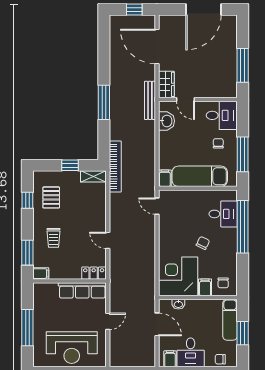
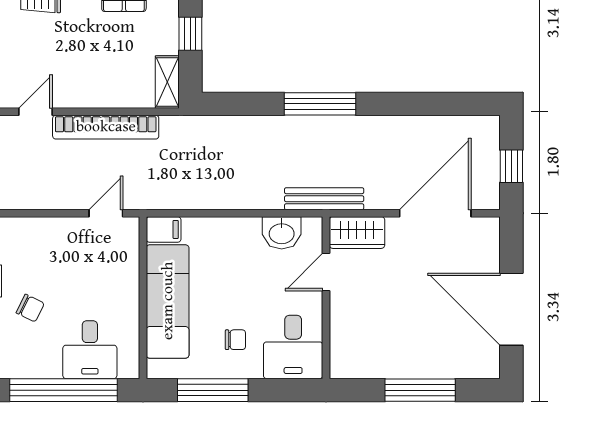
window: (243, 65) -> (420, 390), moved
bookcase: (115, 166) -> (106, 127), moved

